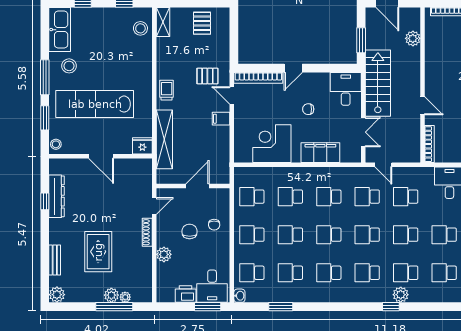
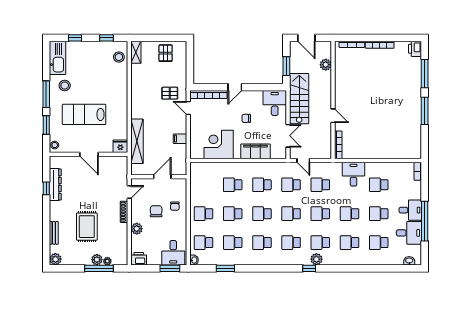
trolley: (167, 90) -> (139, 104), removed
lab bench: (95, 104) -> (84, 114), width x0.73
filing cabinet: (221, 119) -> (180, 139), moved
school desk: (252, 197) -> (203, 185), removed
printer: (186, 294) -> (139, 259), moved

